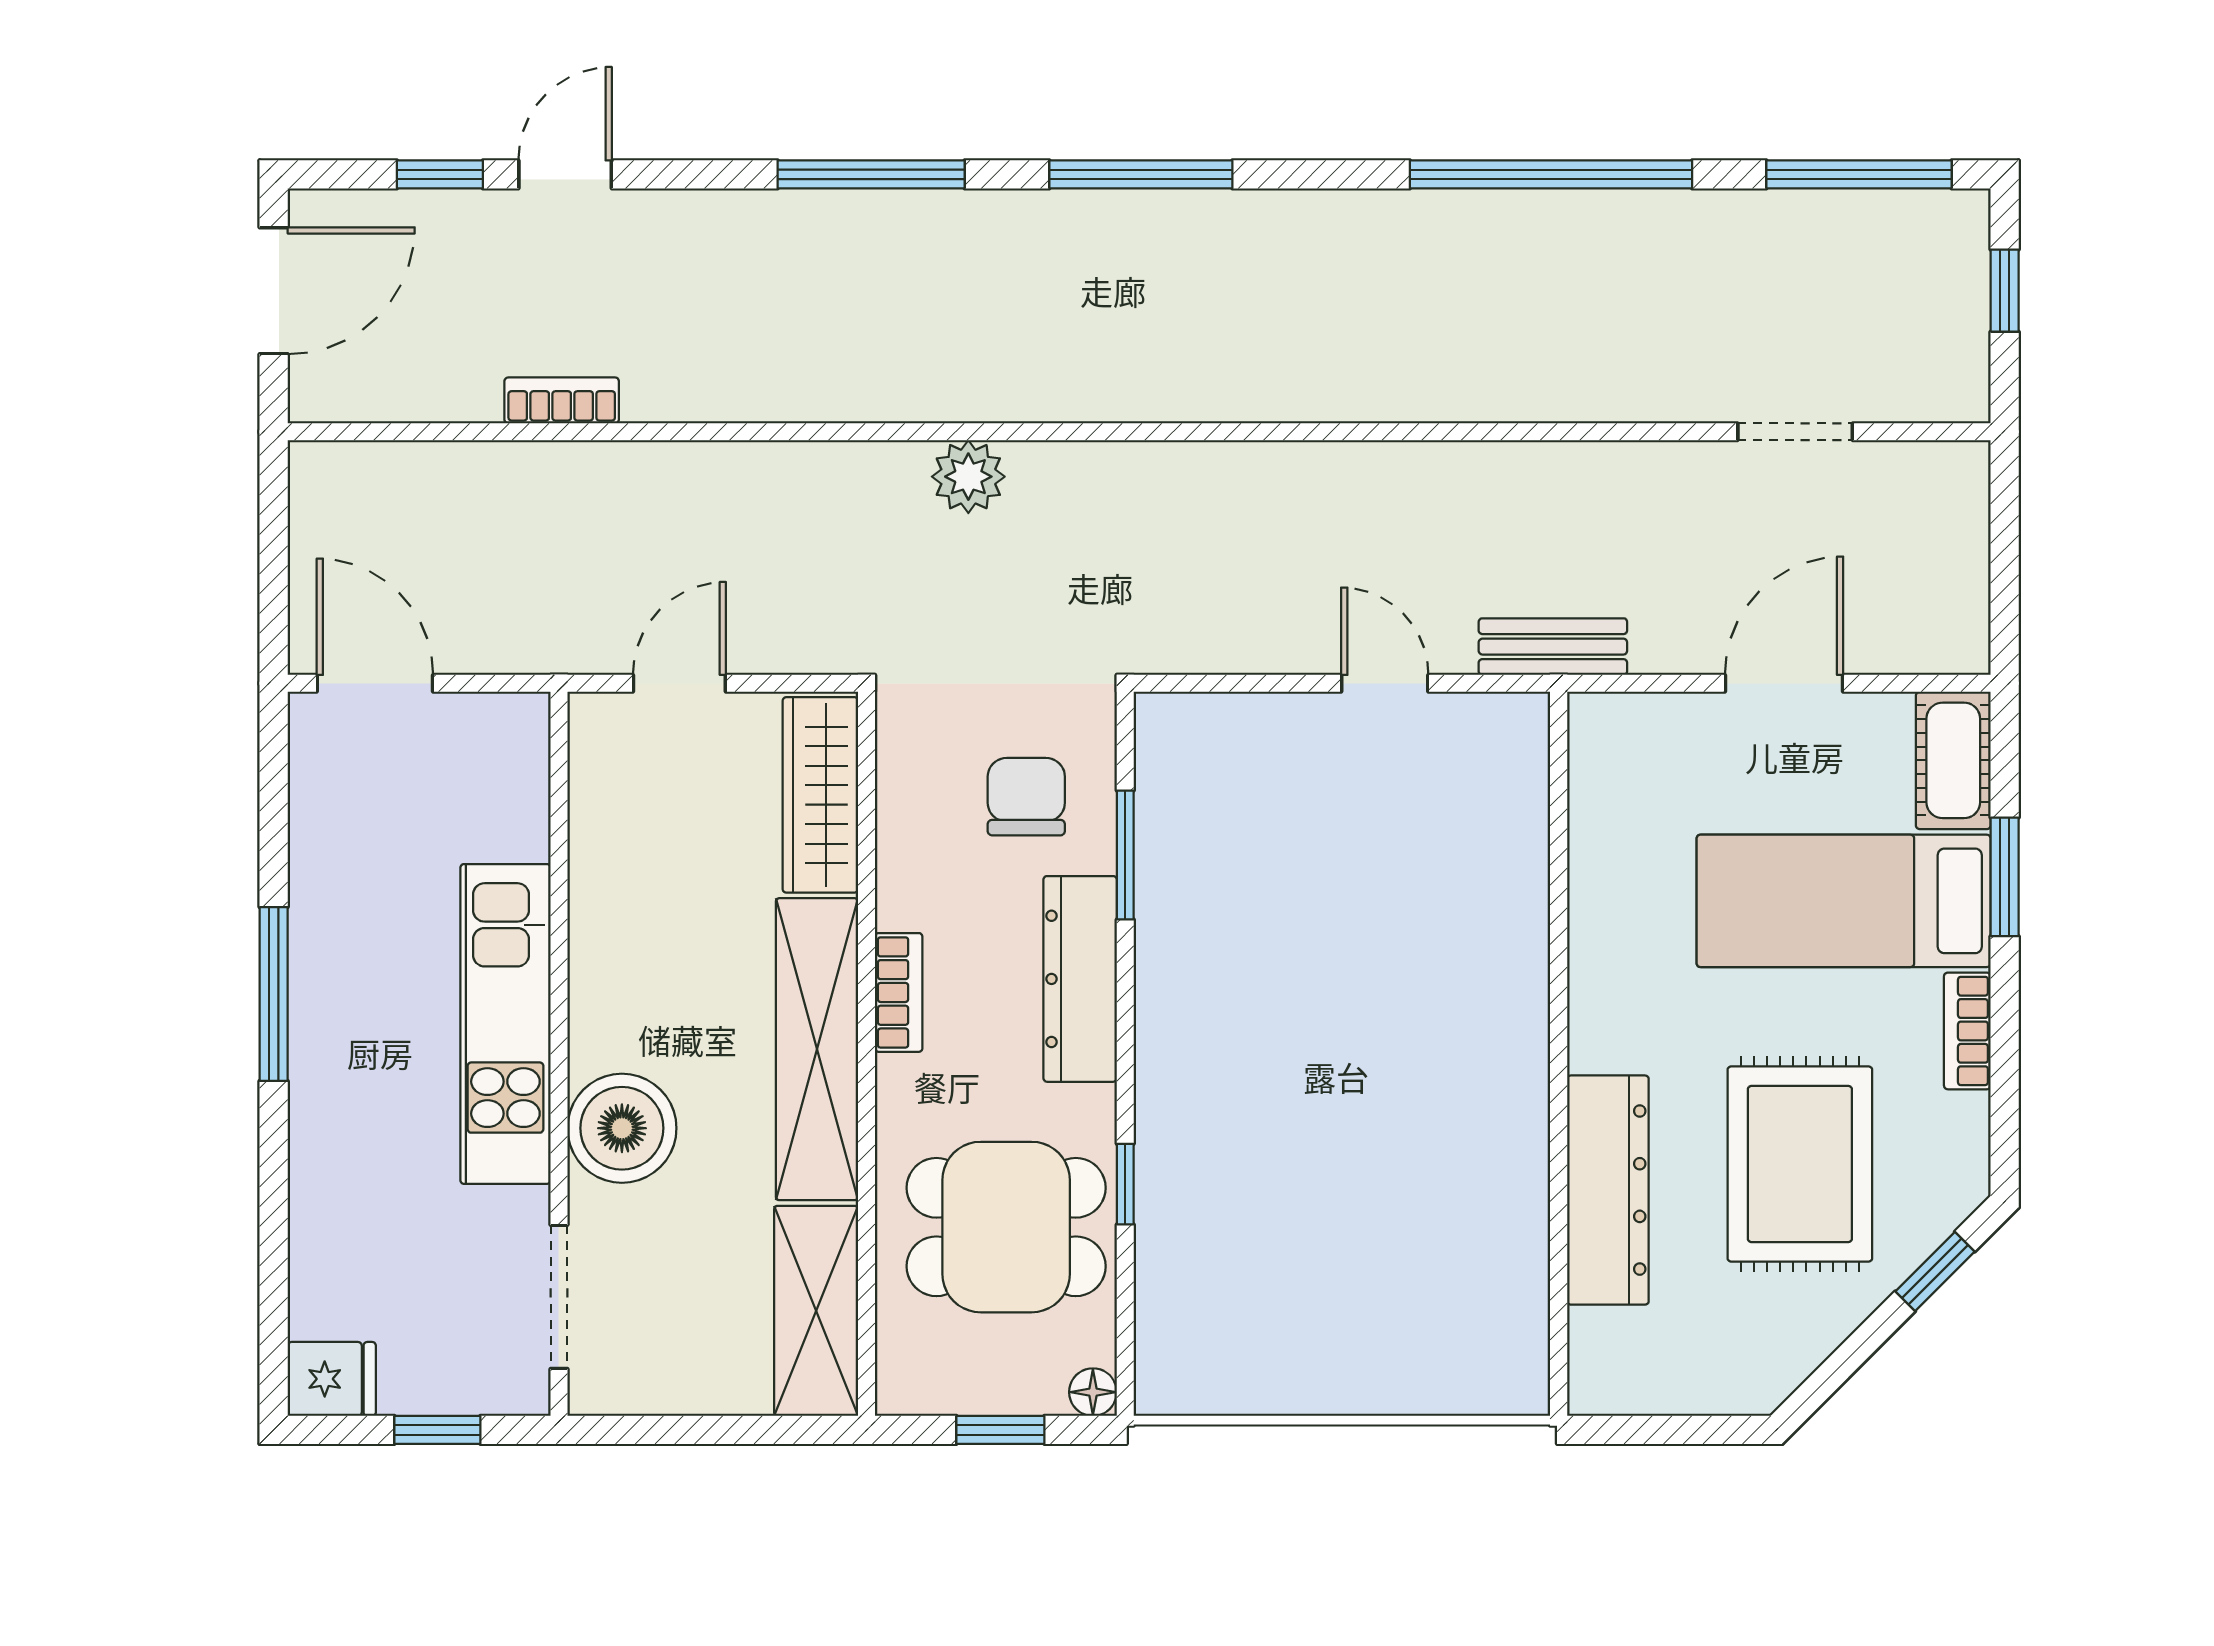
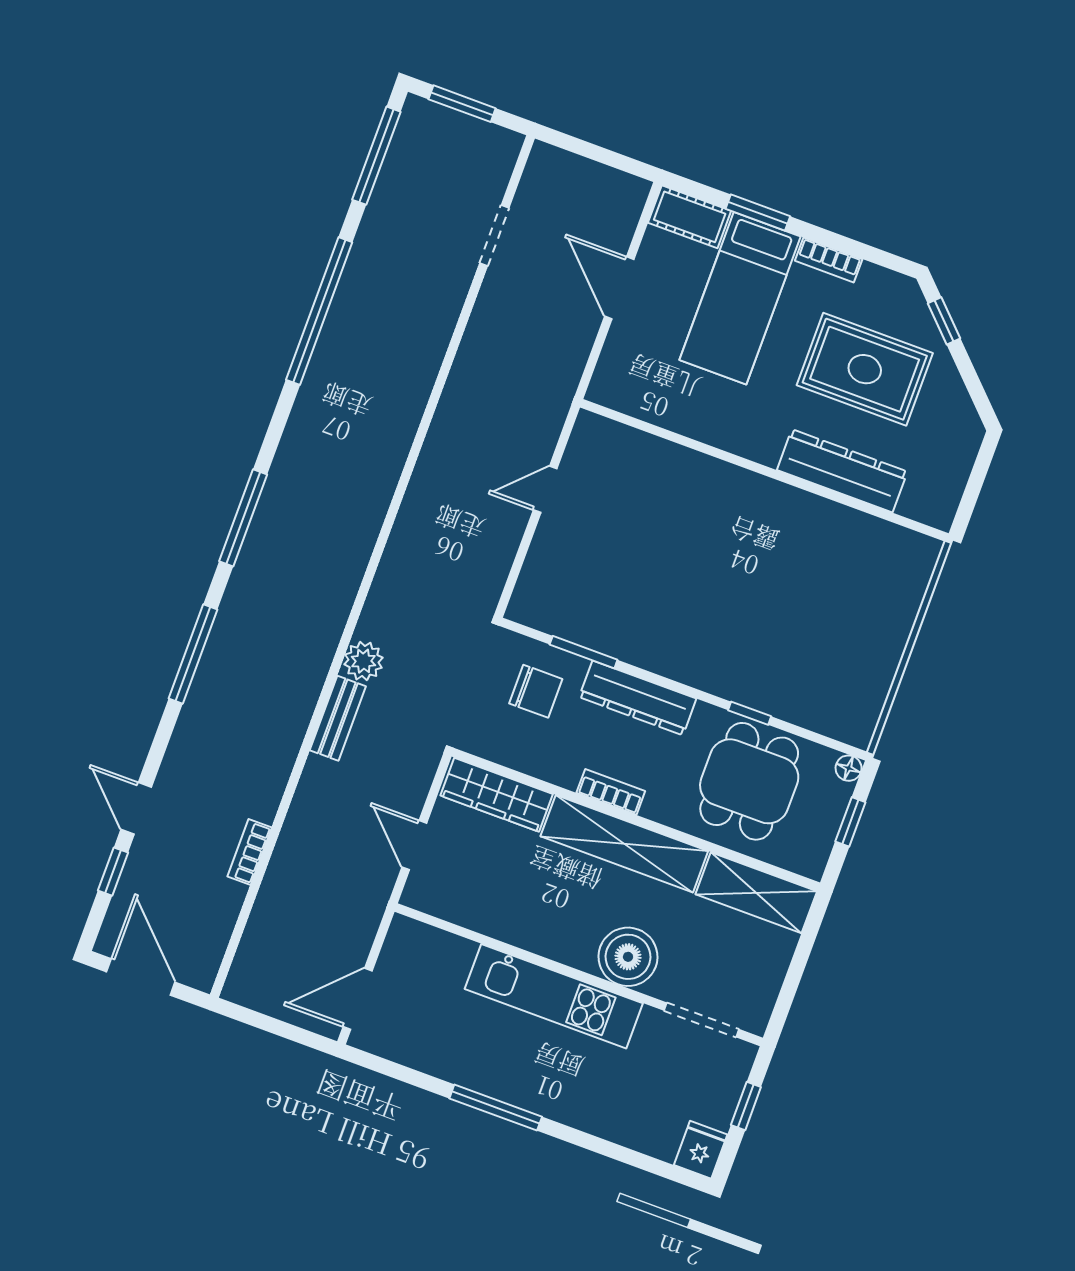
window: (2005, 291) -> (462, 104), width x1.50
bench: (1553, 647) -> (338, 718), moved
chair: (1026, 797) -> (536, 691), turned 180

